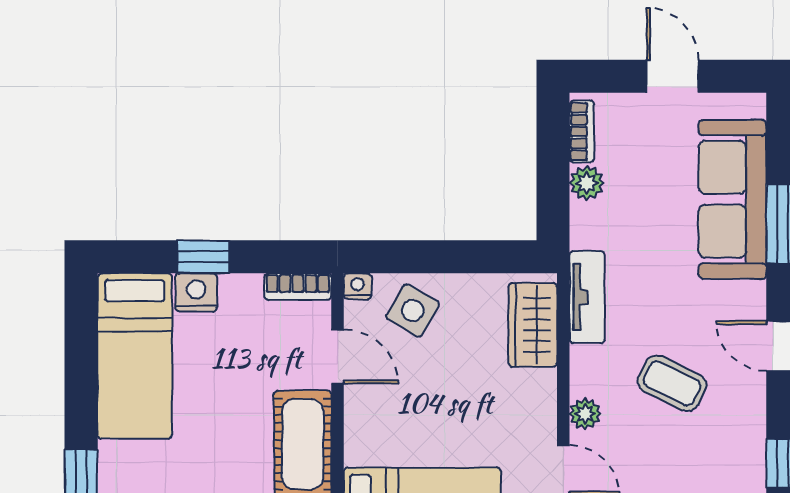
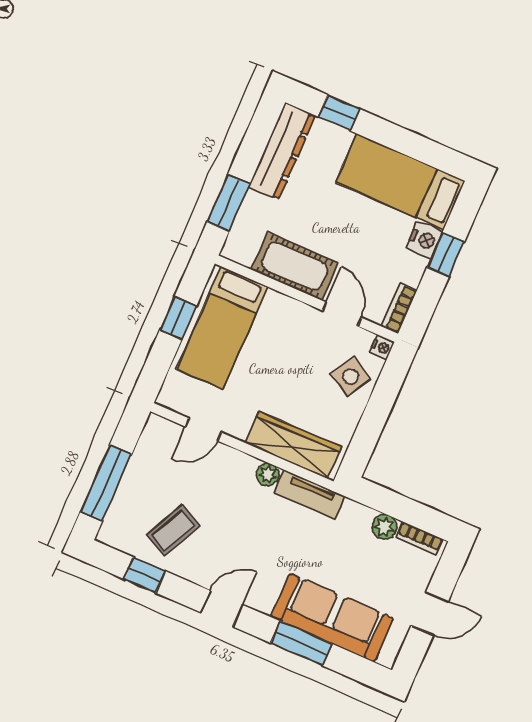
wardrobe: (533, 325) -> (293, 445), width x1.50
door: (338, 357) -> (342, 314), swing flipped
coffee table: (672, 383) -> (173, 531), moved
plant: (585, 414) -> (267, 475), moved

